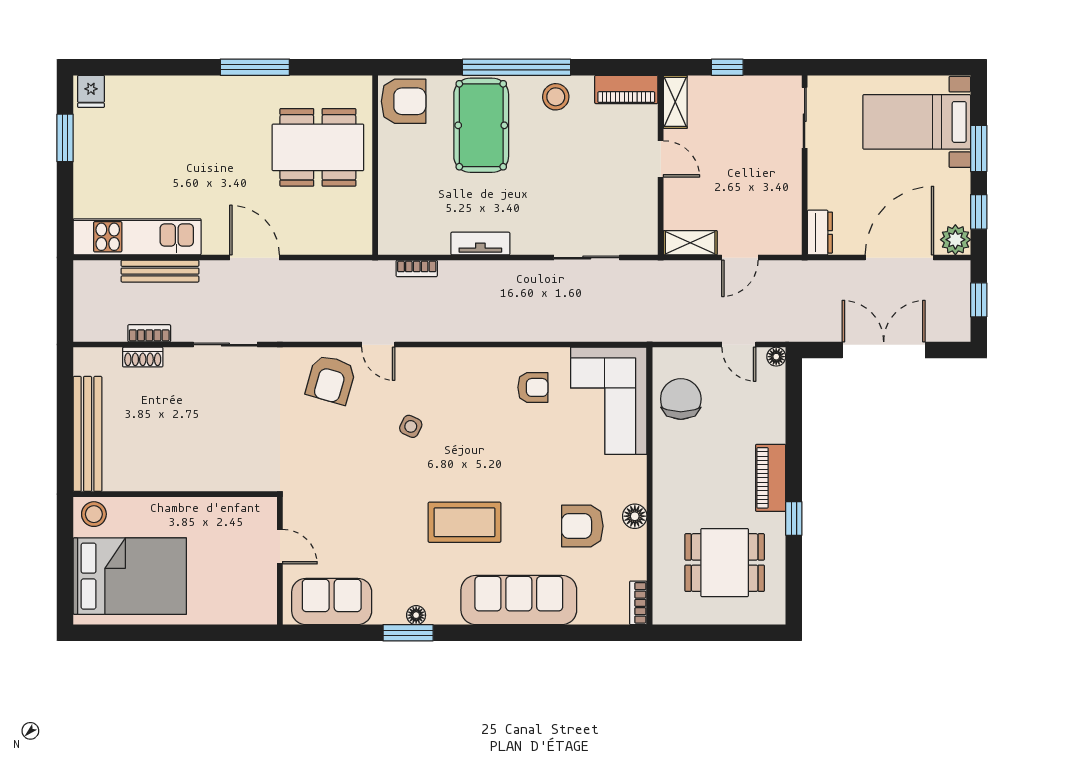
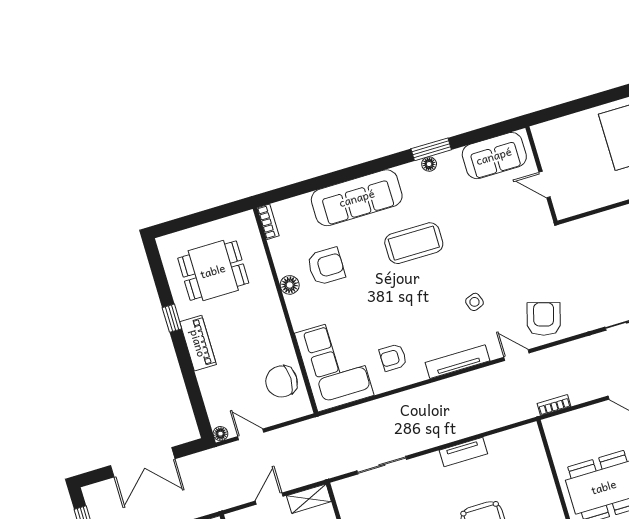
bookcase: (417, 268) -> (554, 405), moved
tv unit: (454, 358) -> (457, 362), added
chair: (681, 399) -> (281, 381), turned 90
side table: (411, 426) -> (474, 302), turned 45

